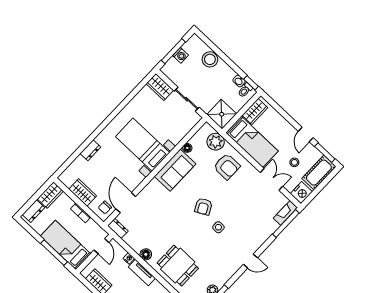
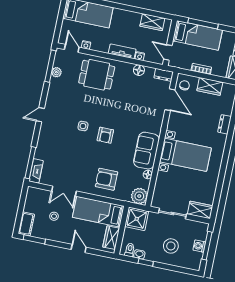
stool: (210, 59) -> (171, 246), moved
window: (251, 83) -> (146, 262), moved
door: (306, 134) -> (79, 248), moved
plant: (216, 142) -> (139, 196), moved
cot: (319, 173) -> (26, 224), width x0.73, depth x0.75
nightstand: (301, 193) -> (33, 195), removed
armchair: (203, 207) -> (105, 135), turned -152
floor lamp: (146, 254) -> (139, 70), moved

